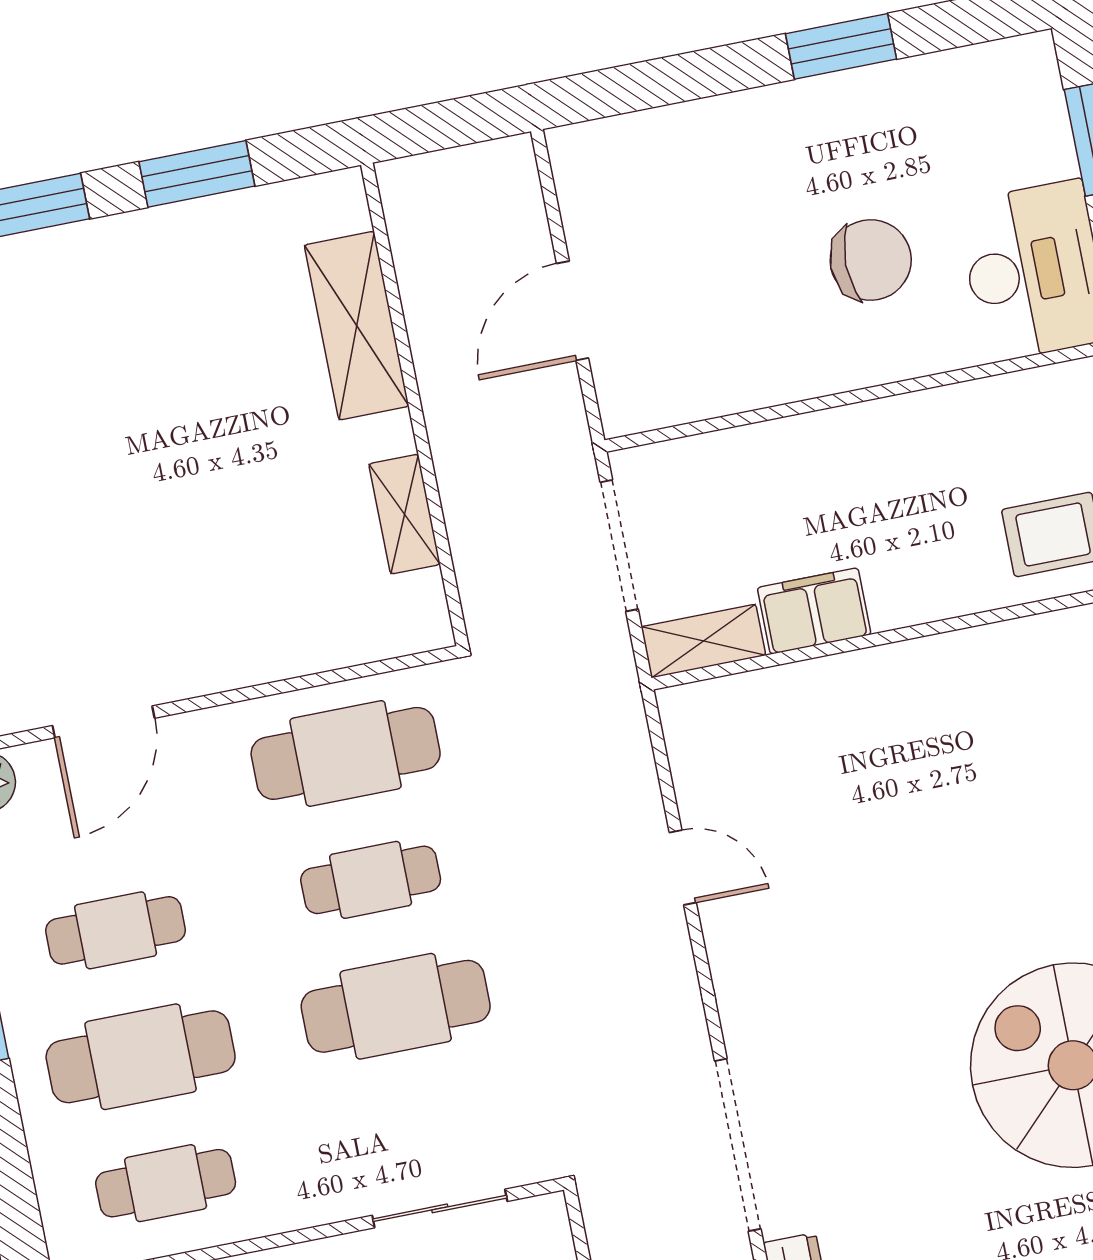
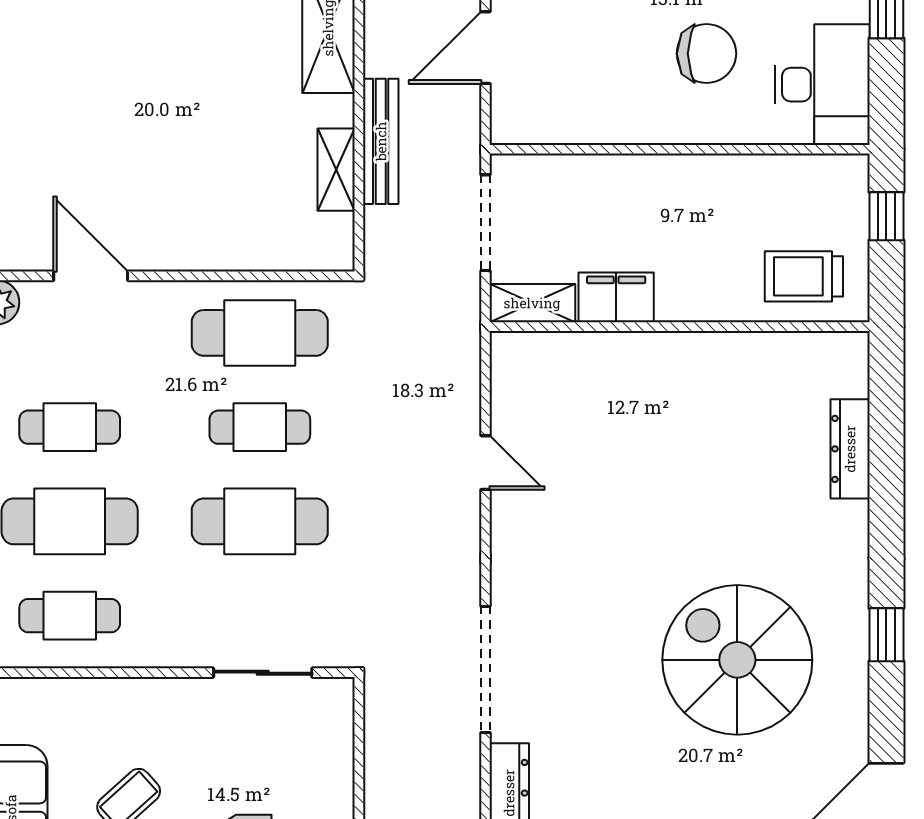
bench: (457, 464) -> (381, 141), added
door: (104, 722) -> (91, 276), swing flipped

